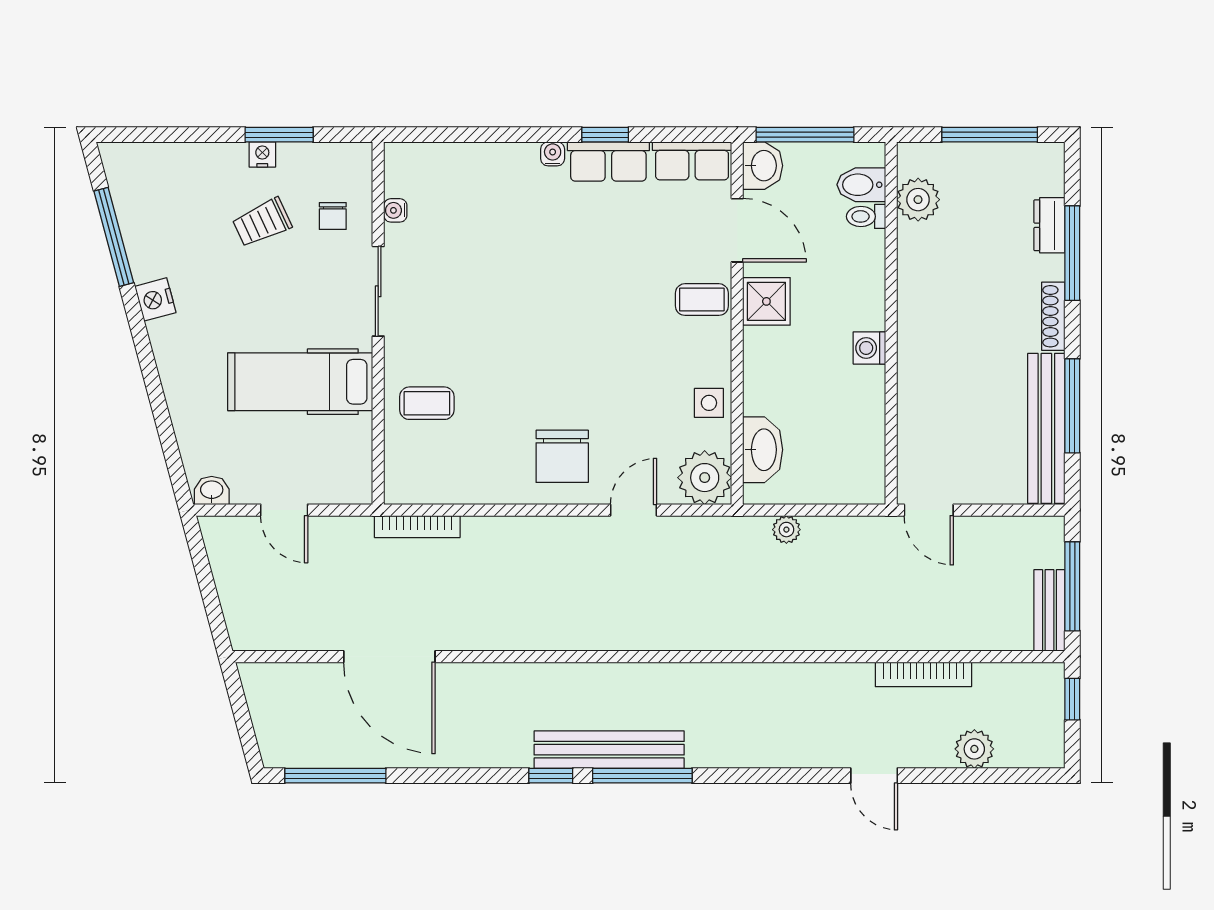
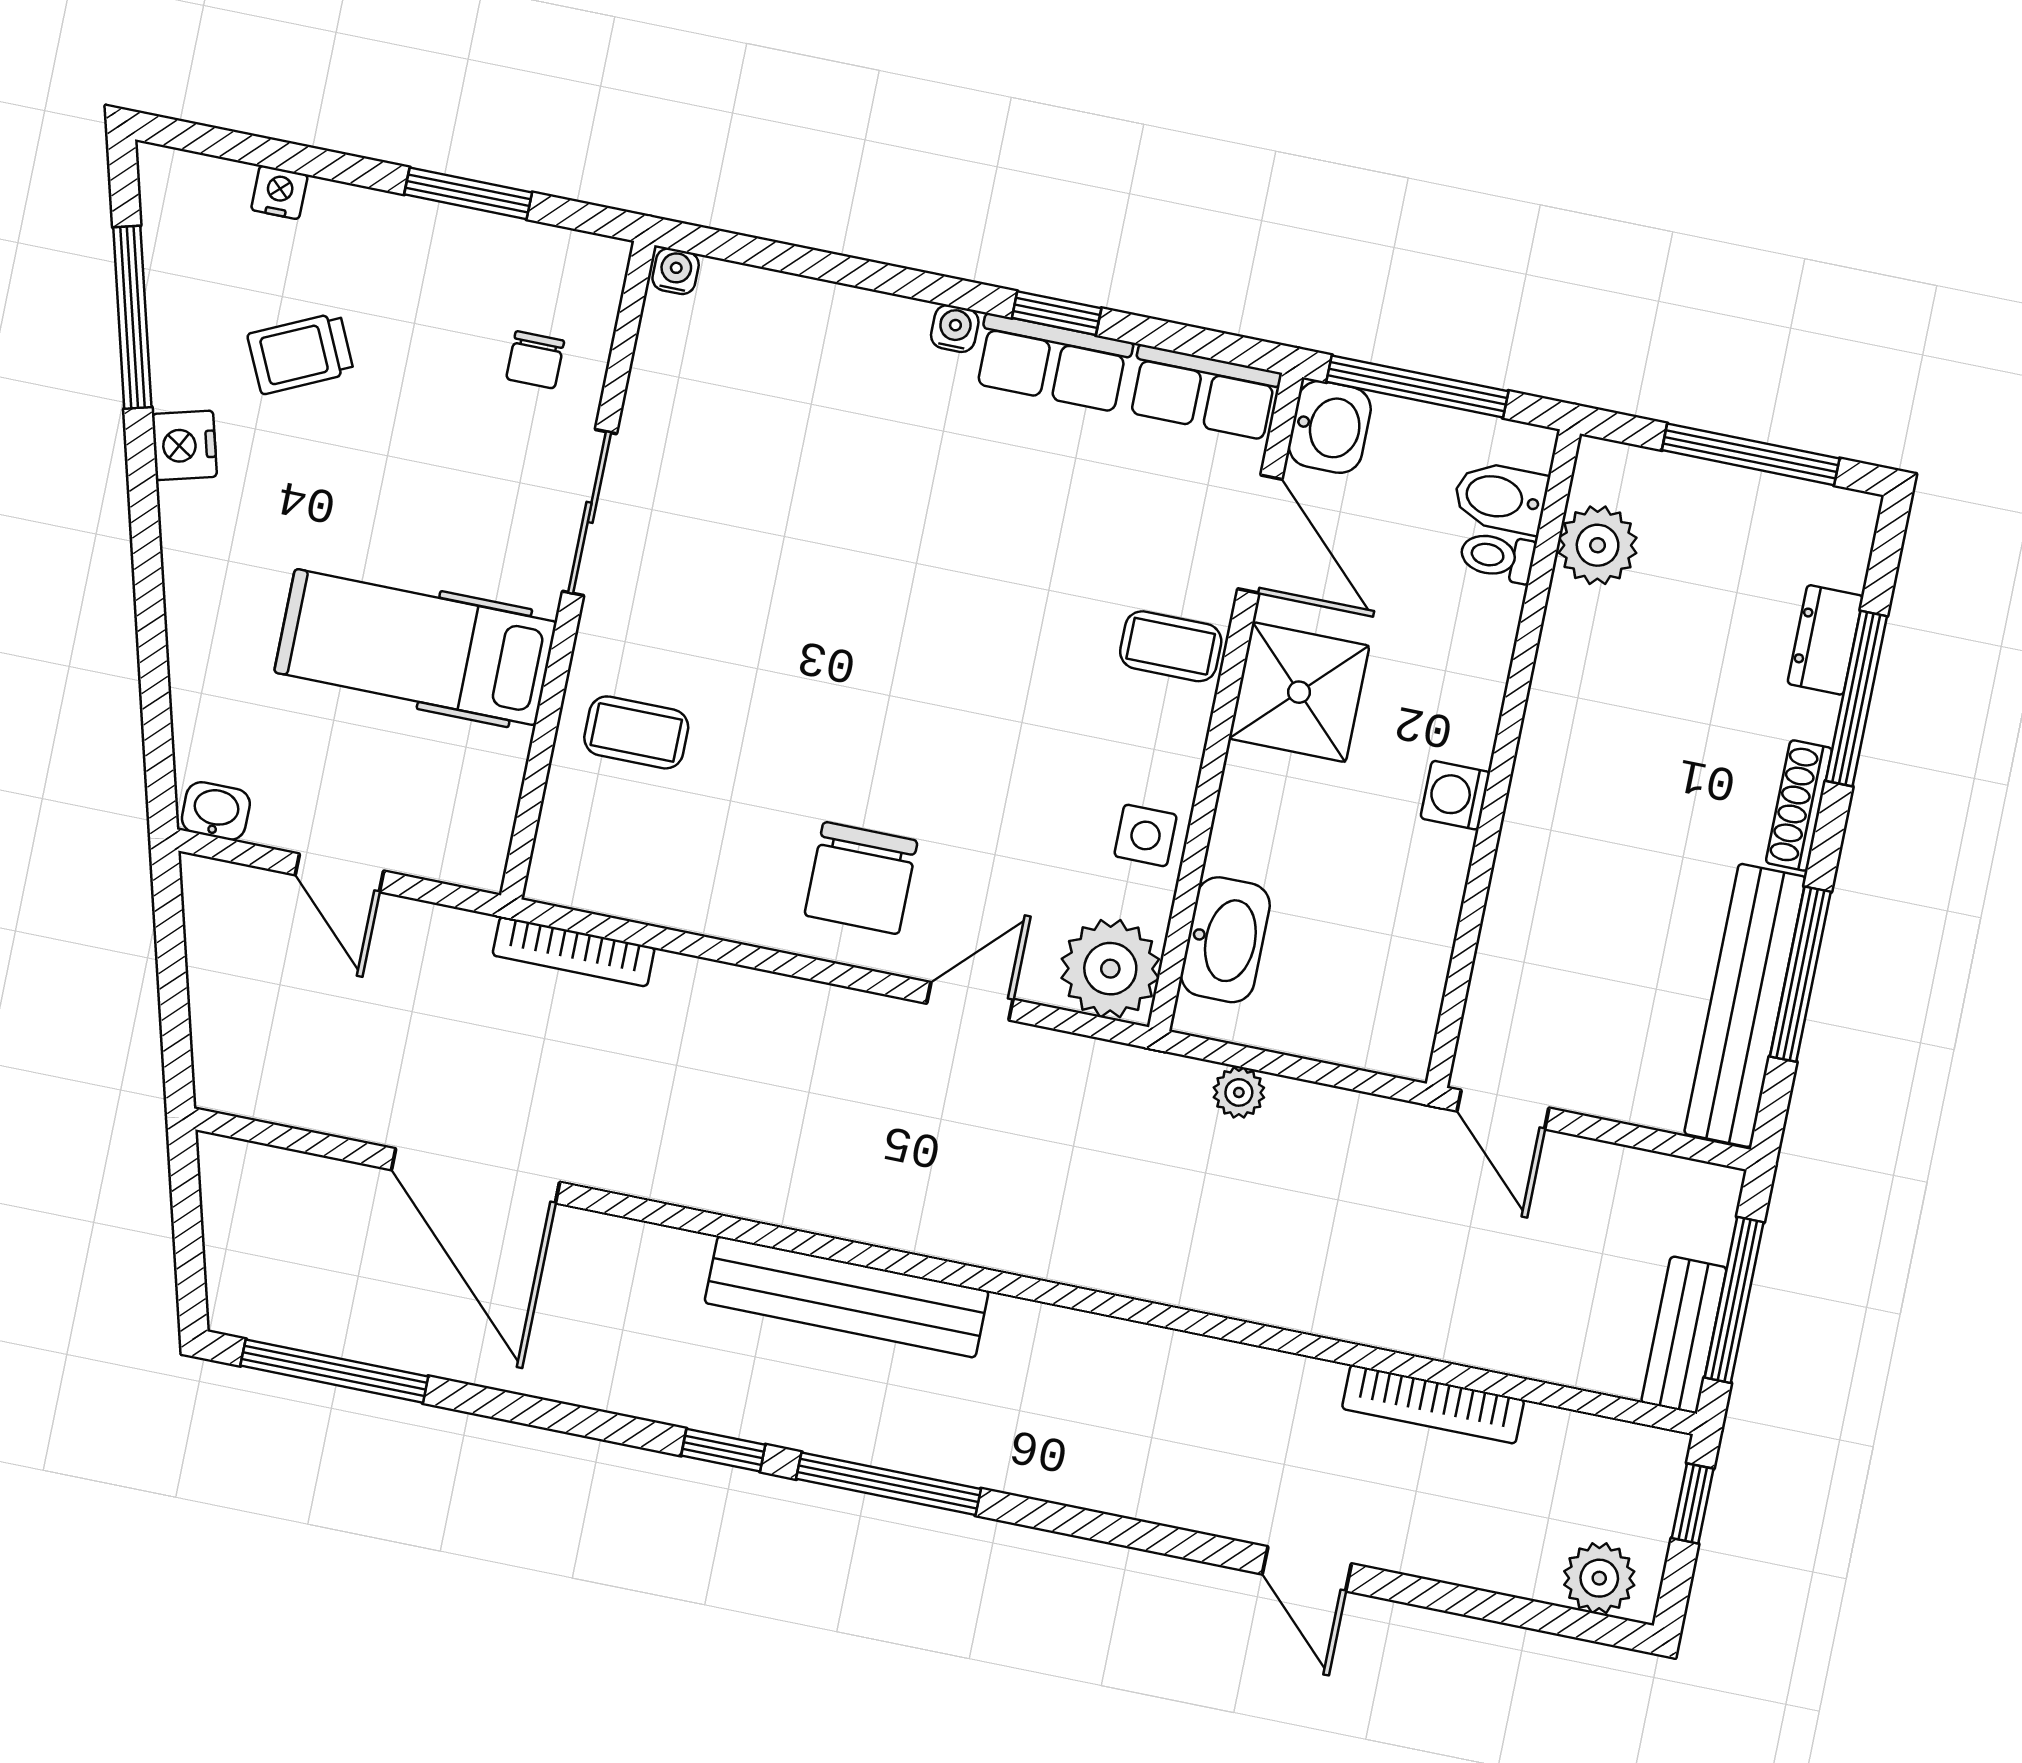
nightstand: (262, 154) -> (279, 192), moved
water cooler: (395, 210) -> (676, 271), moved, turned 90
trolley: (262, 222) -> (301, 353), moved
shower: (766, 301) -> (1299, 692), width x1.36, depth x1.36
plant: (974, 749) -> (1599, 1578), moved
bench: (609, 750) -> (847, 1297), moved

